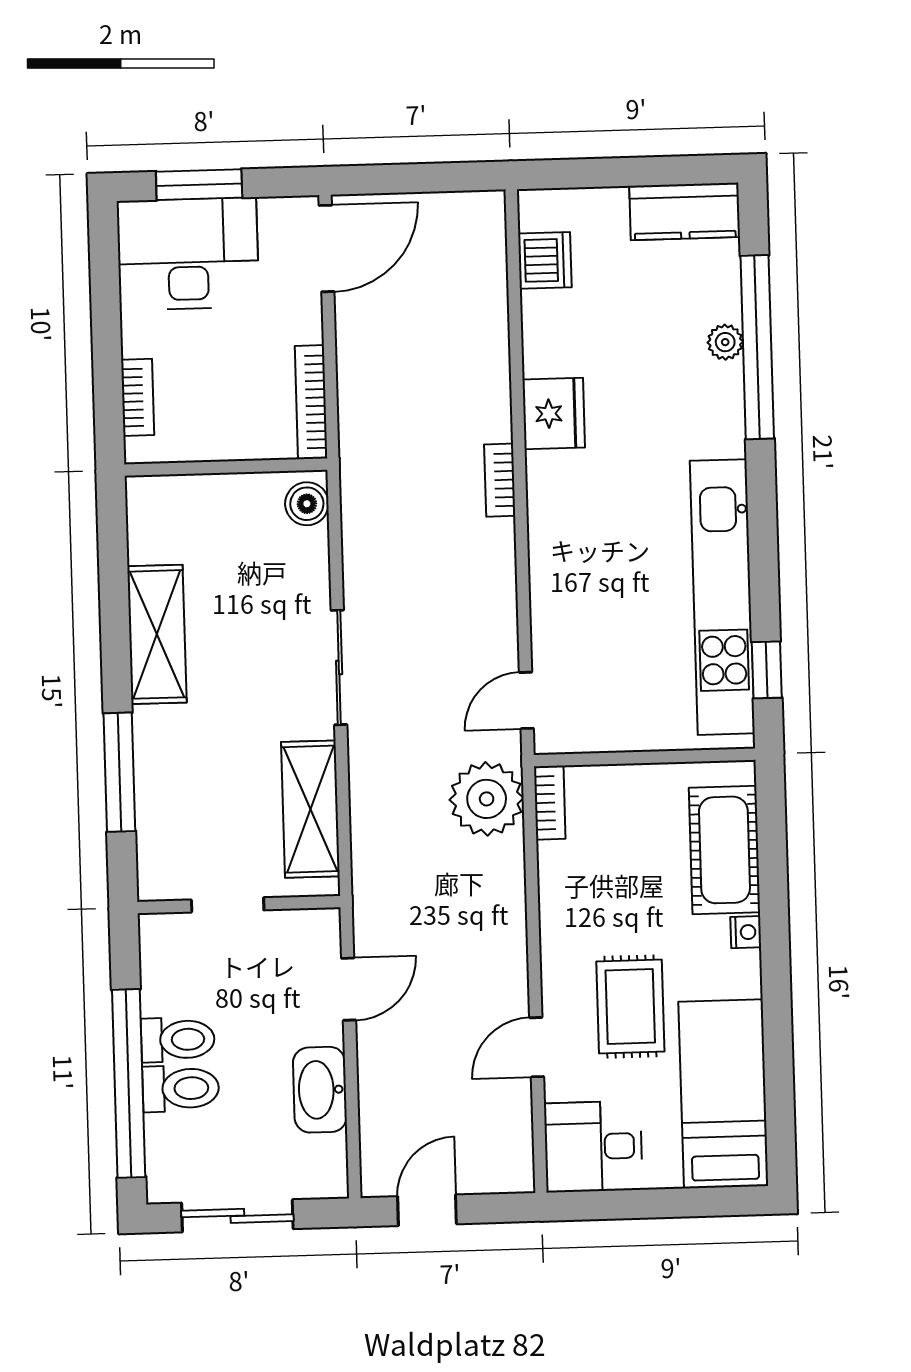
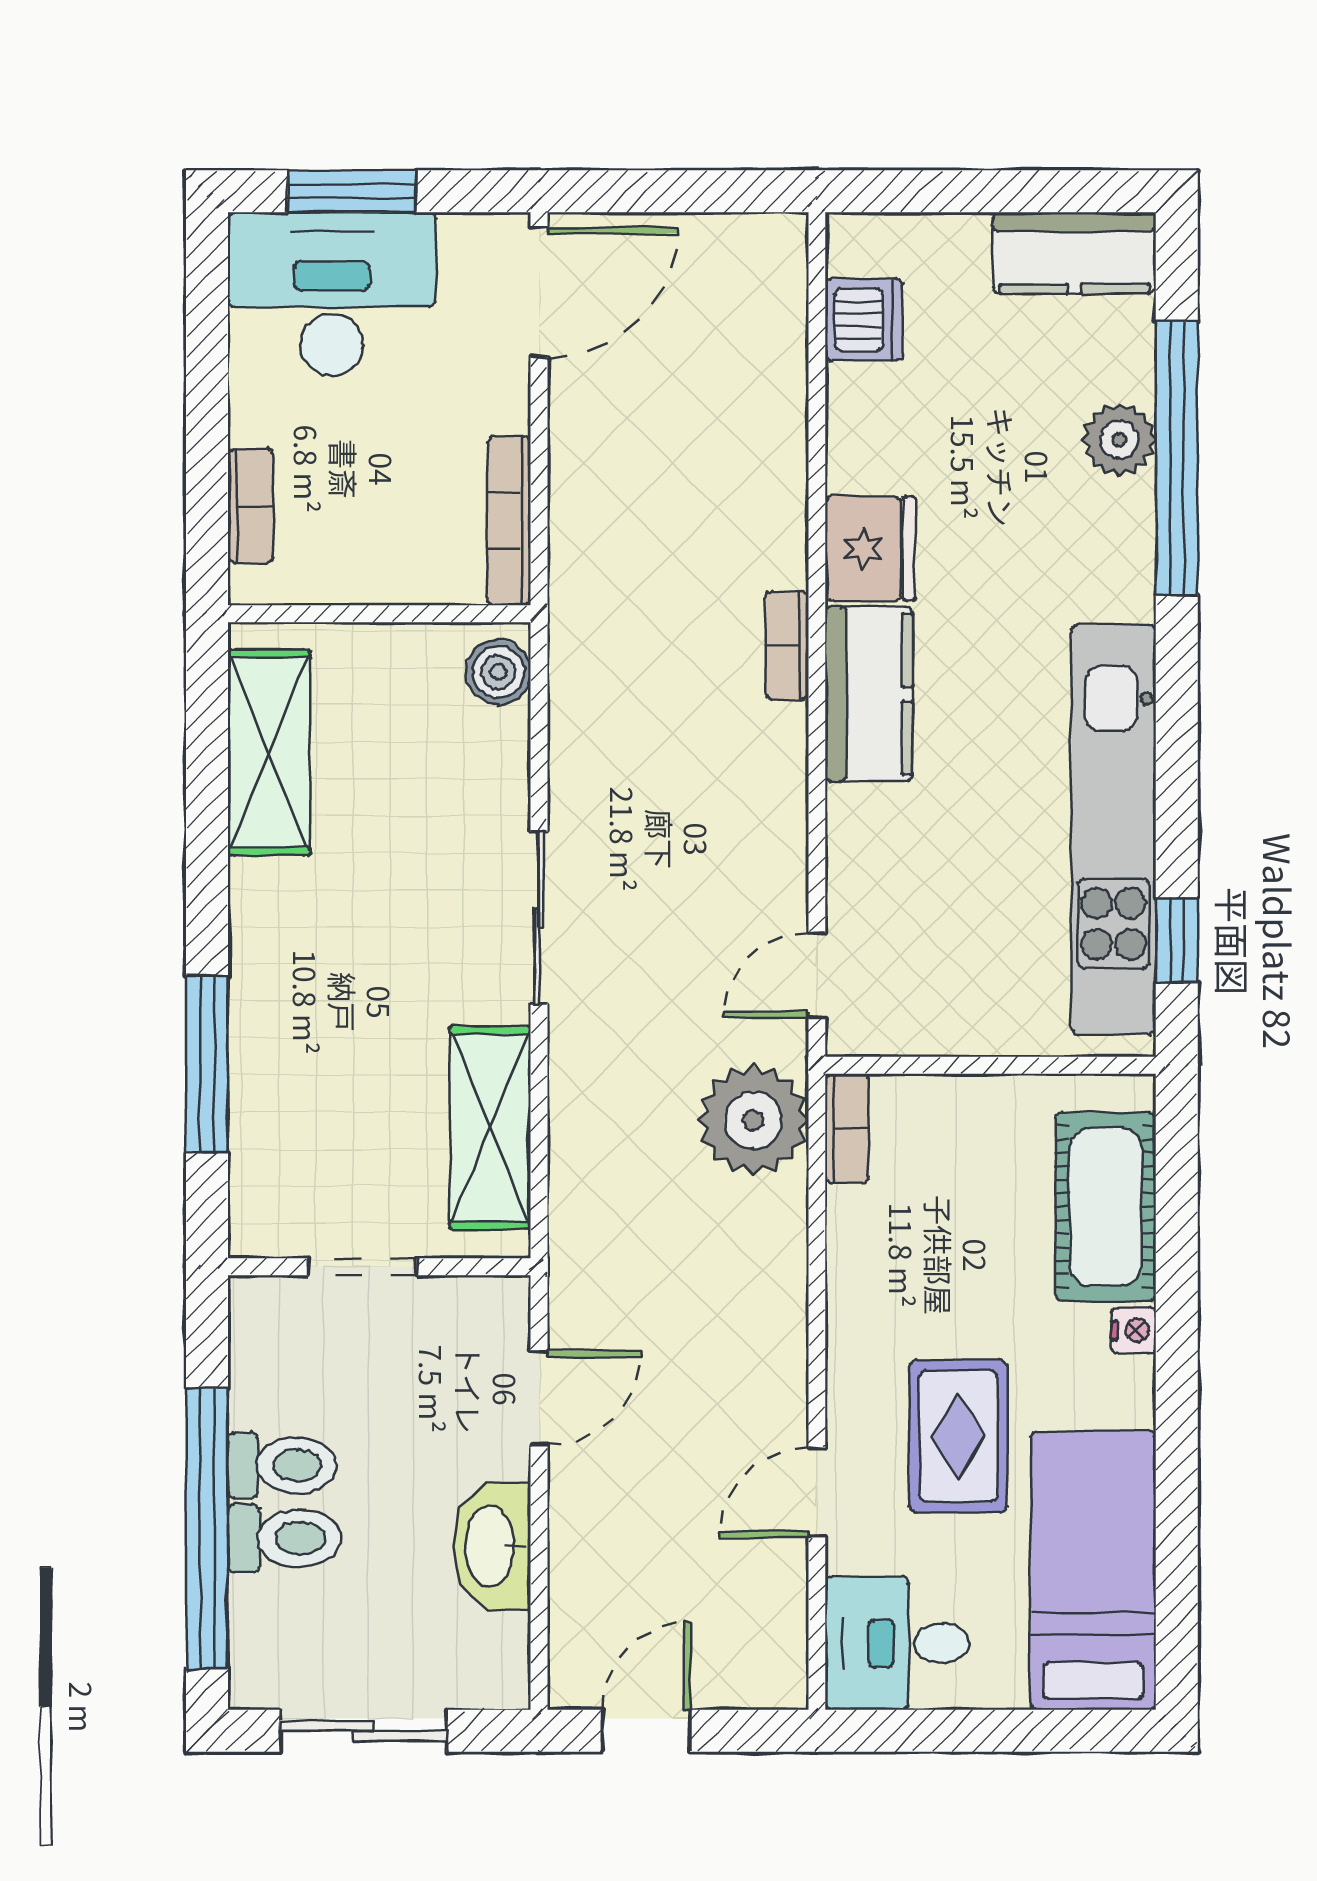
plant: (725, 342) -> (1119, 440), width x1.38, depth x1.38
kitchen counter: (556, 511) -> (869, 694), added
shelving: (157, 634) -> (269, 752), moved

